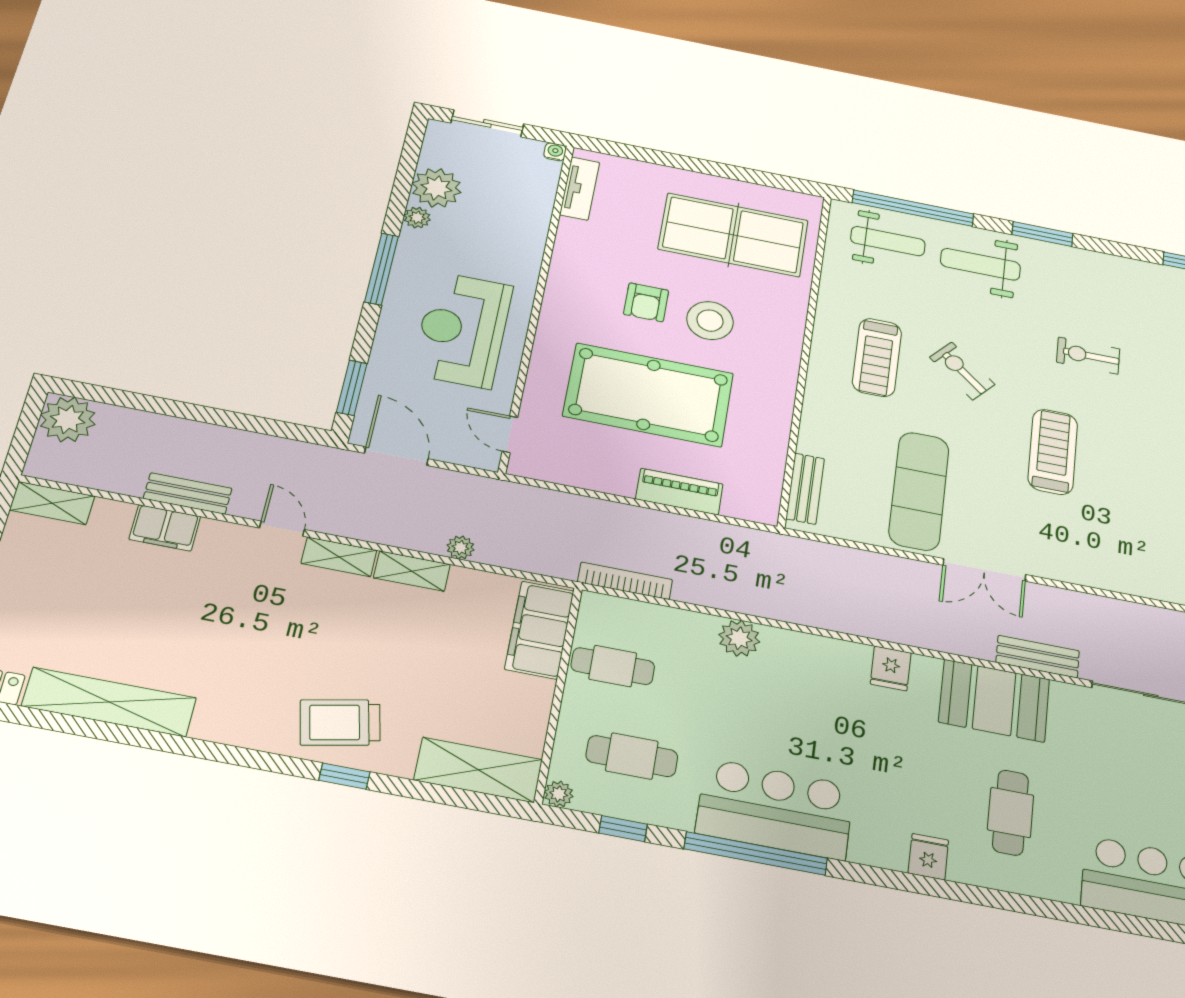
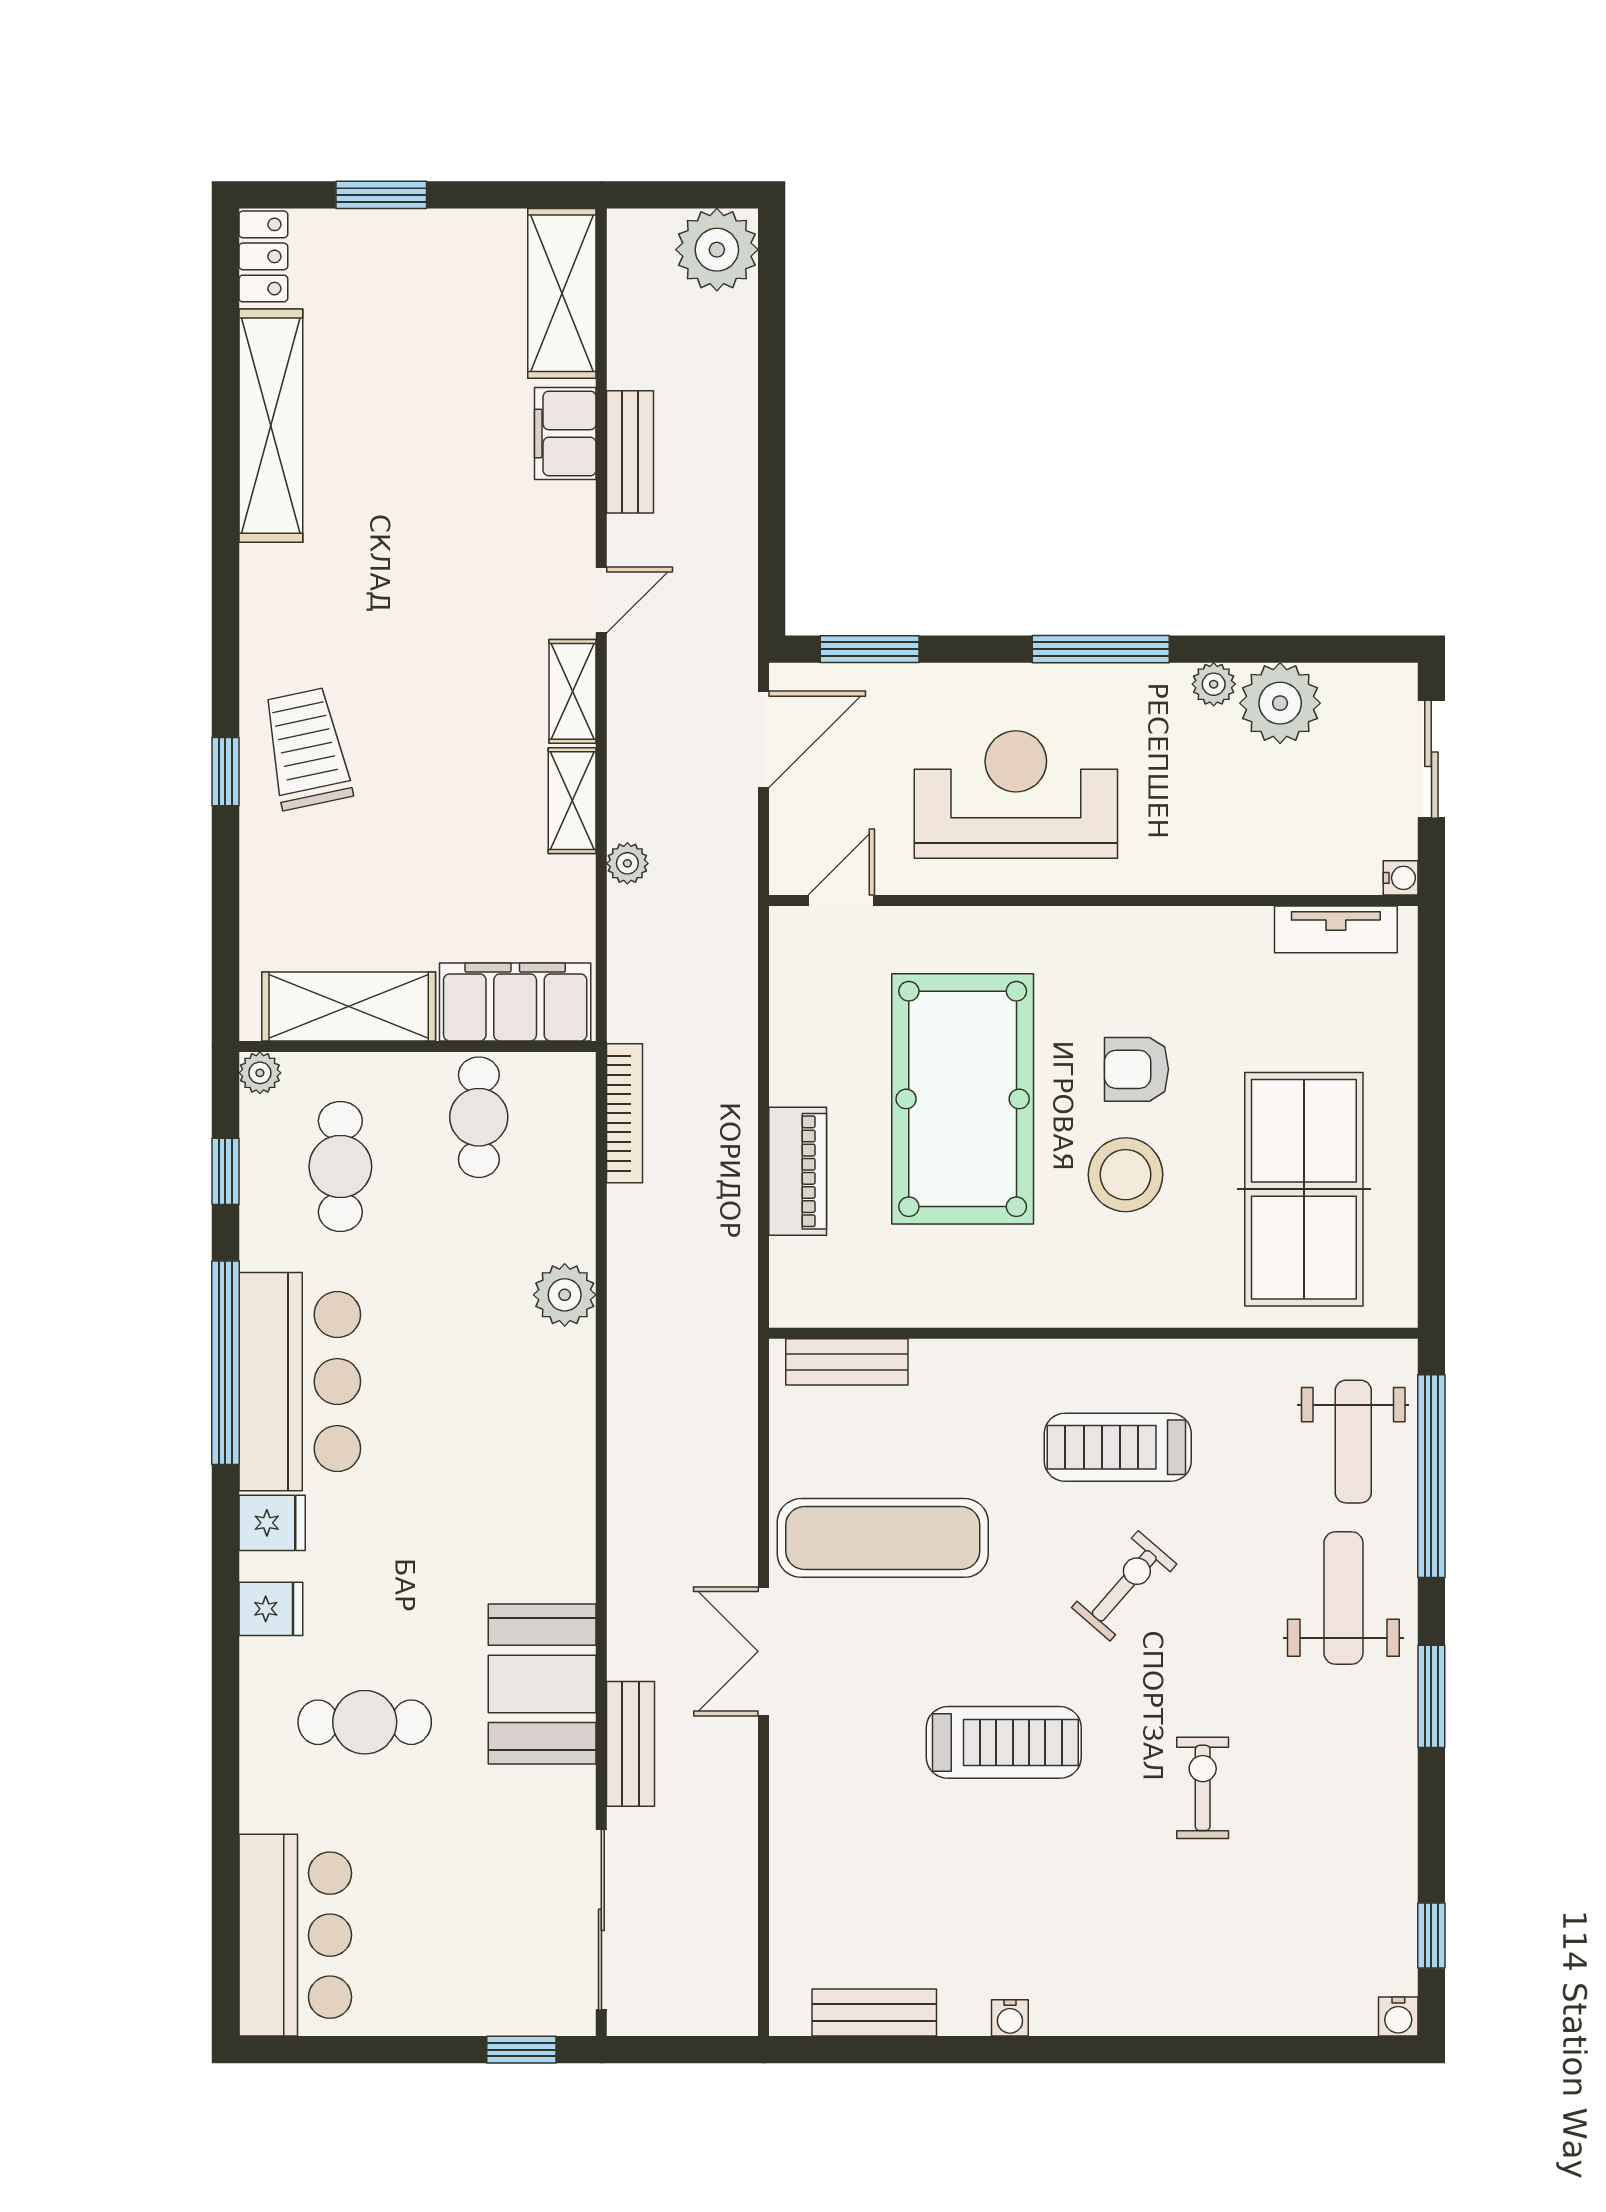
shelving: (52, 503) -> (562, 293), width x1.50, depth x1.33
fridge: (891, 668) -> (272, 1523), moved, turned 180
shelving: (478, 770) -> (349, 1006), moved, turned 90

